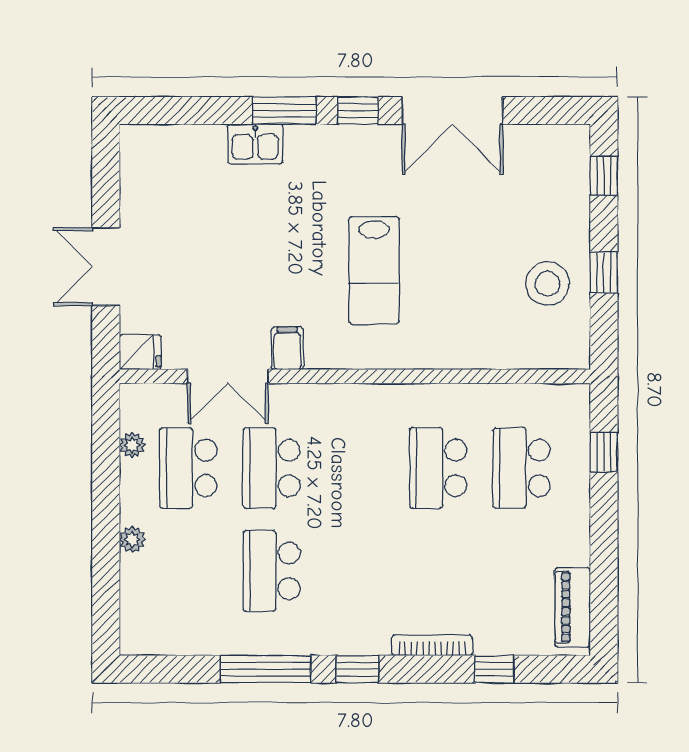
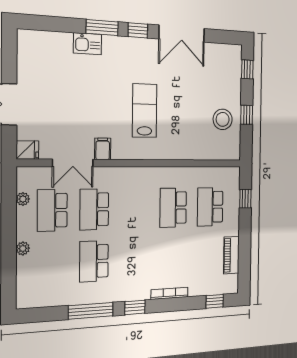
lab bench: (374, 270) -> (145, 111), turned 180
piano: (573, 607) -> (231, 255), moved
window: (494, 669) -> (215, 301), moved

